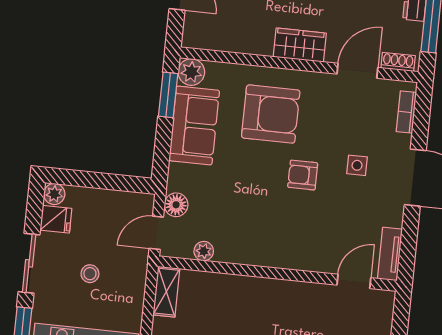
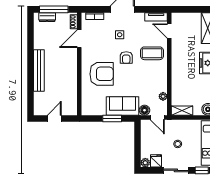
wardrobe: (300, 45) -> (71, 65), removed
door: (357, 71) -> (79, 39), hinge flipped
plant: (191, 72) -> (87, 110), removed
window: (168, 95) -> (112, 118), moved
armchair: (271, 114) -> (102, 74), turned 90
sofa: (194, 125) -> (122, 106), moved
coffee table: (306, 236) -> (152, 53), added

